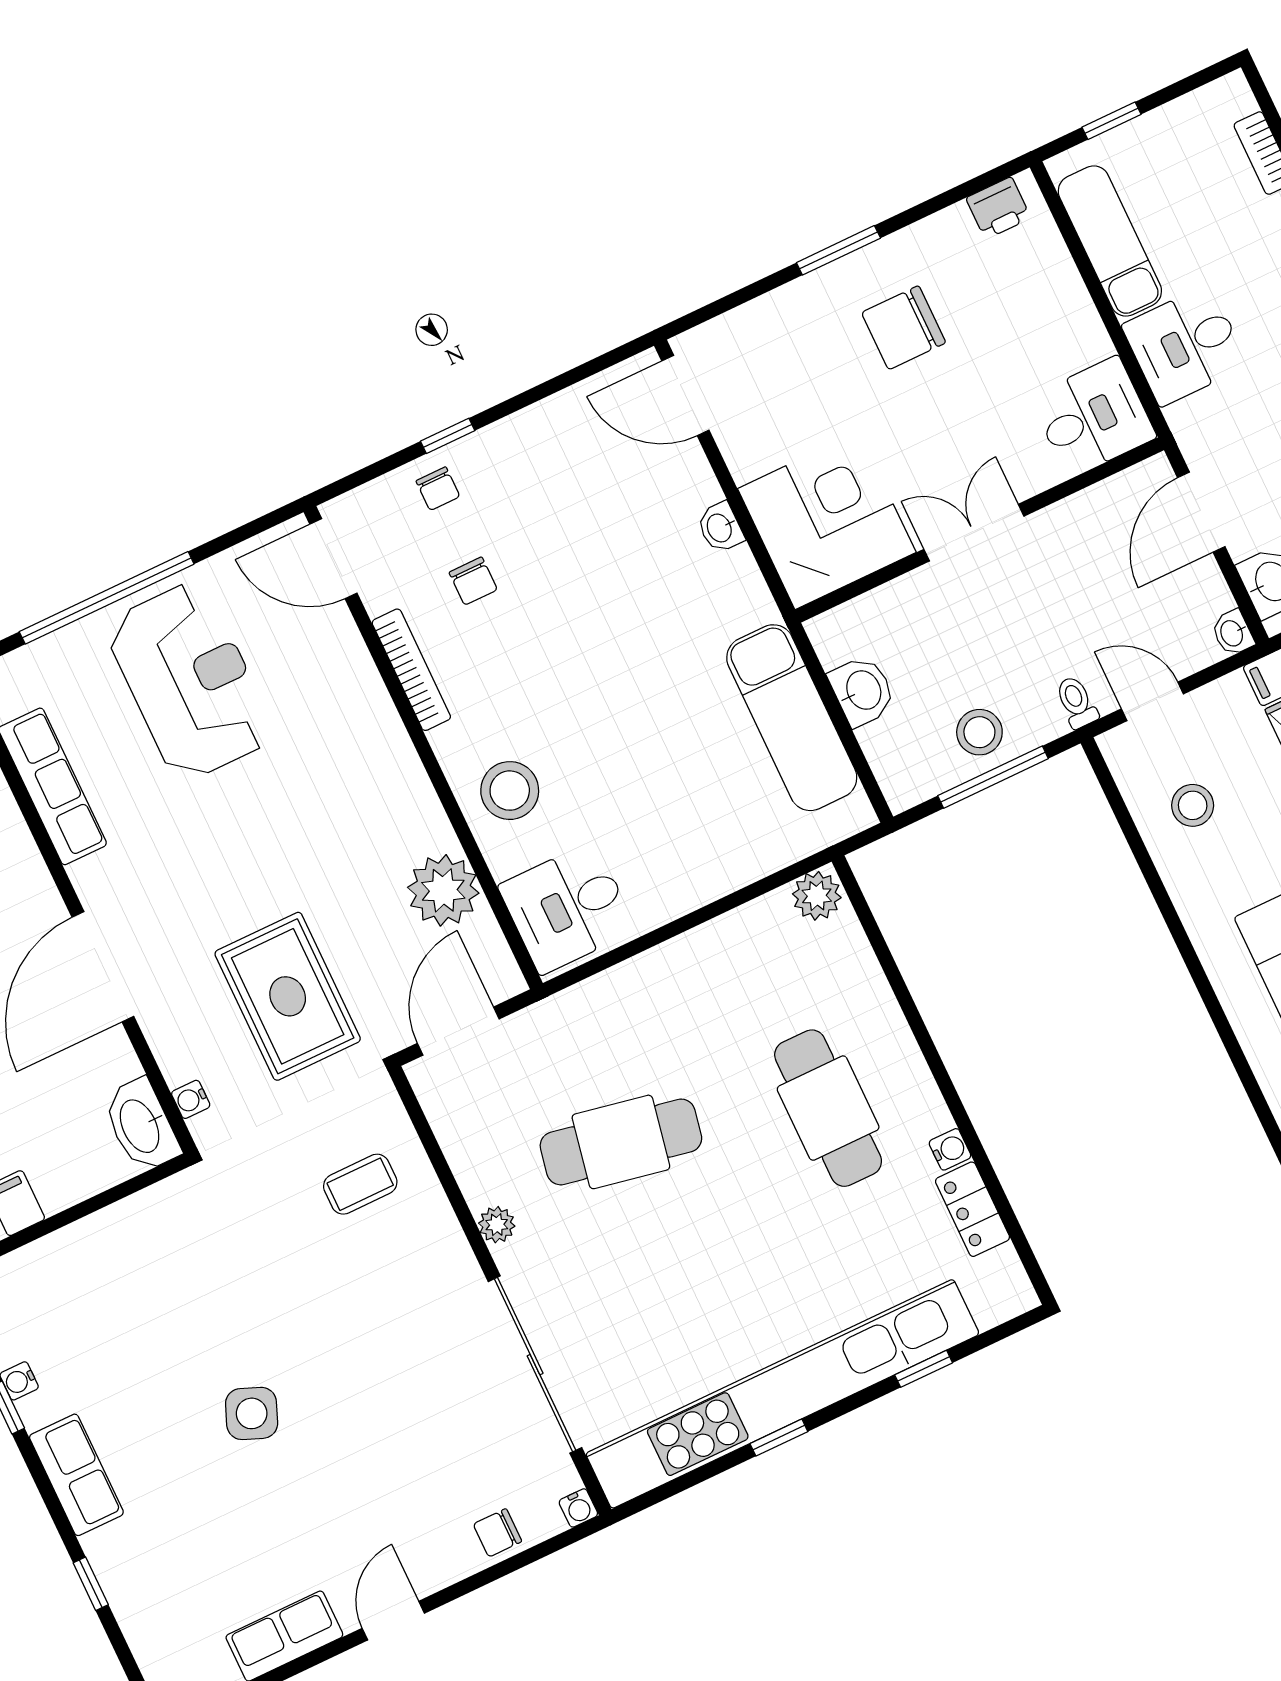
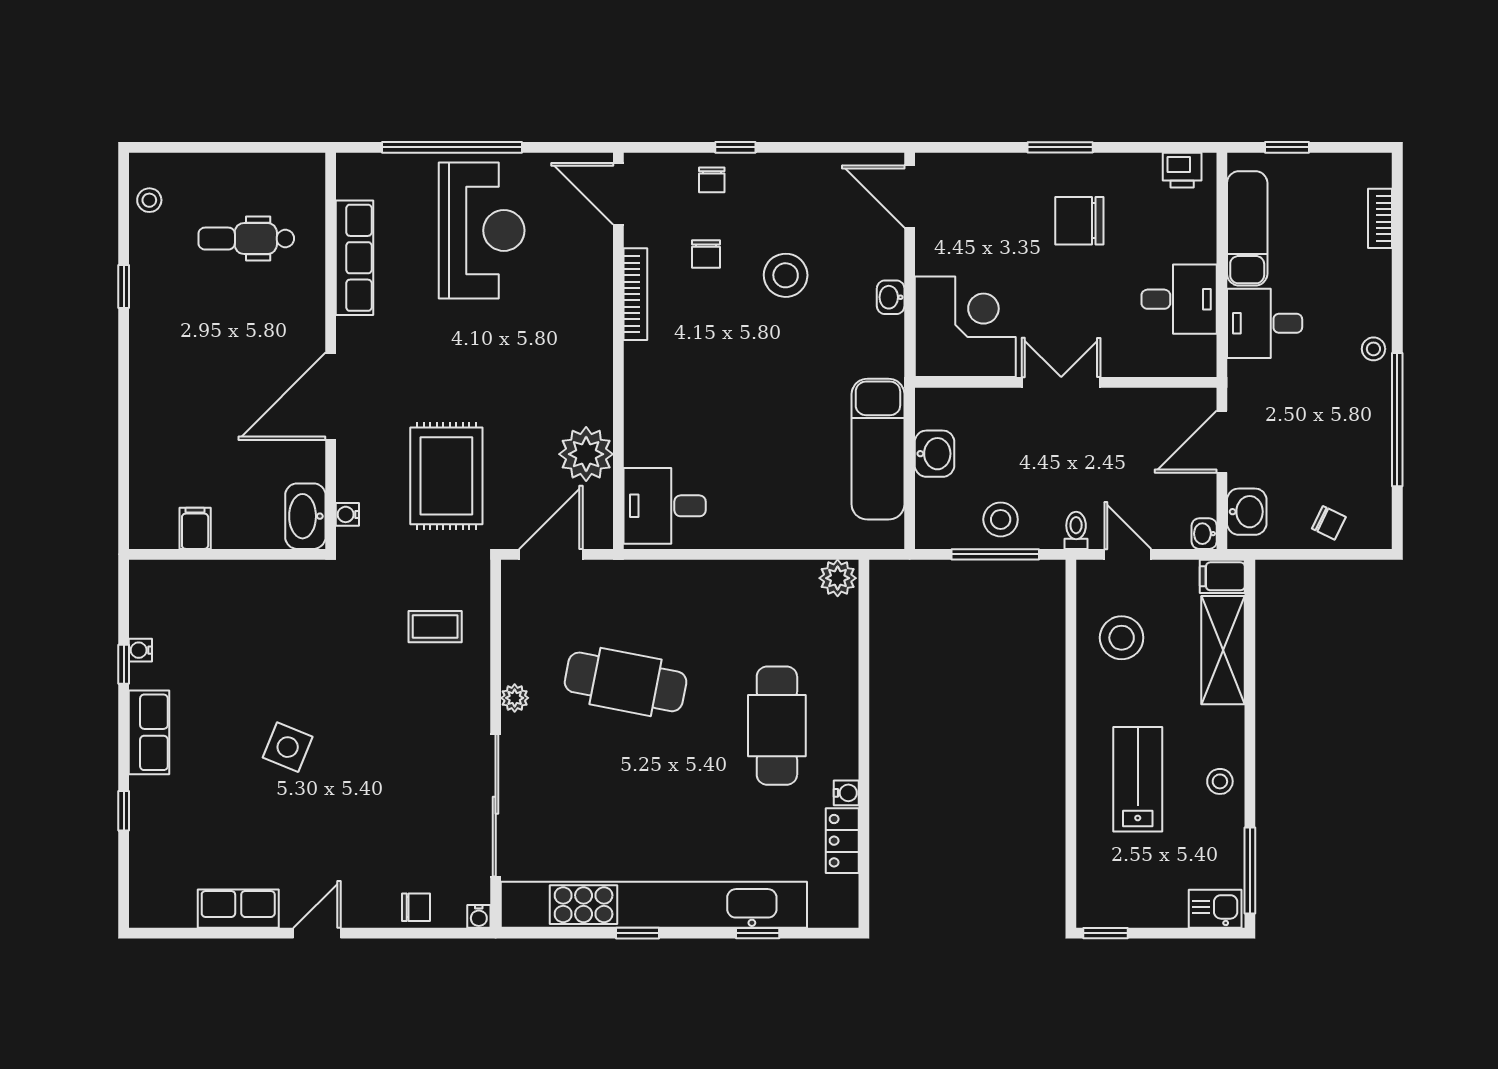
desk: (1093, 417) -> (1179, 299), moved
stool: (510, 791) -> (786, 275), moved
stool: (1193, 805) -> (1122, 638), width x1.38, depth x1.38
chair: (497, 1533) -> (416, 907), turned 180

